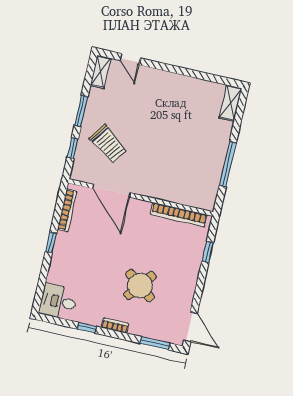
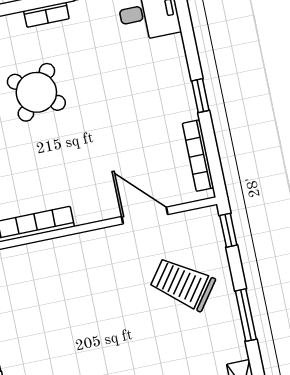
window: (73, 148) -> (228, 230), moved
door: (112, 191) -> (145, 215), width x0.73

